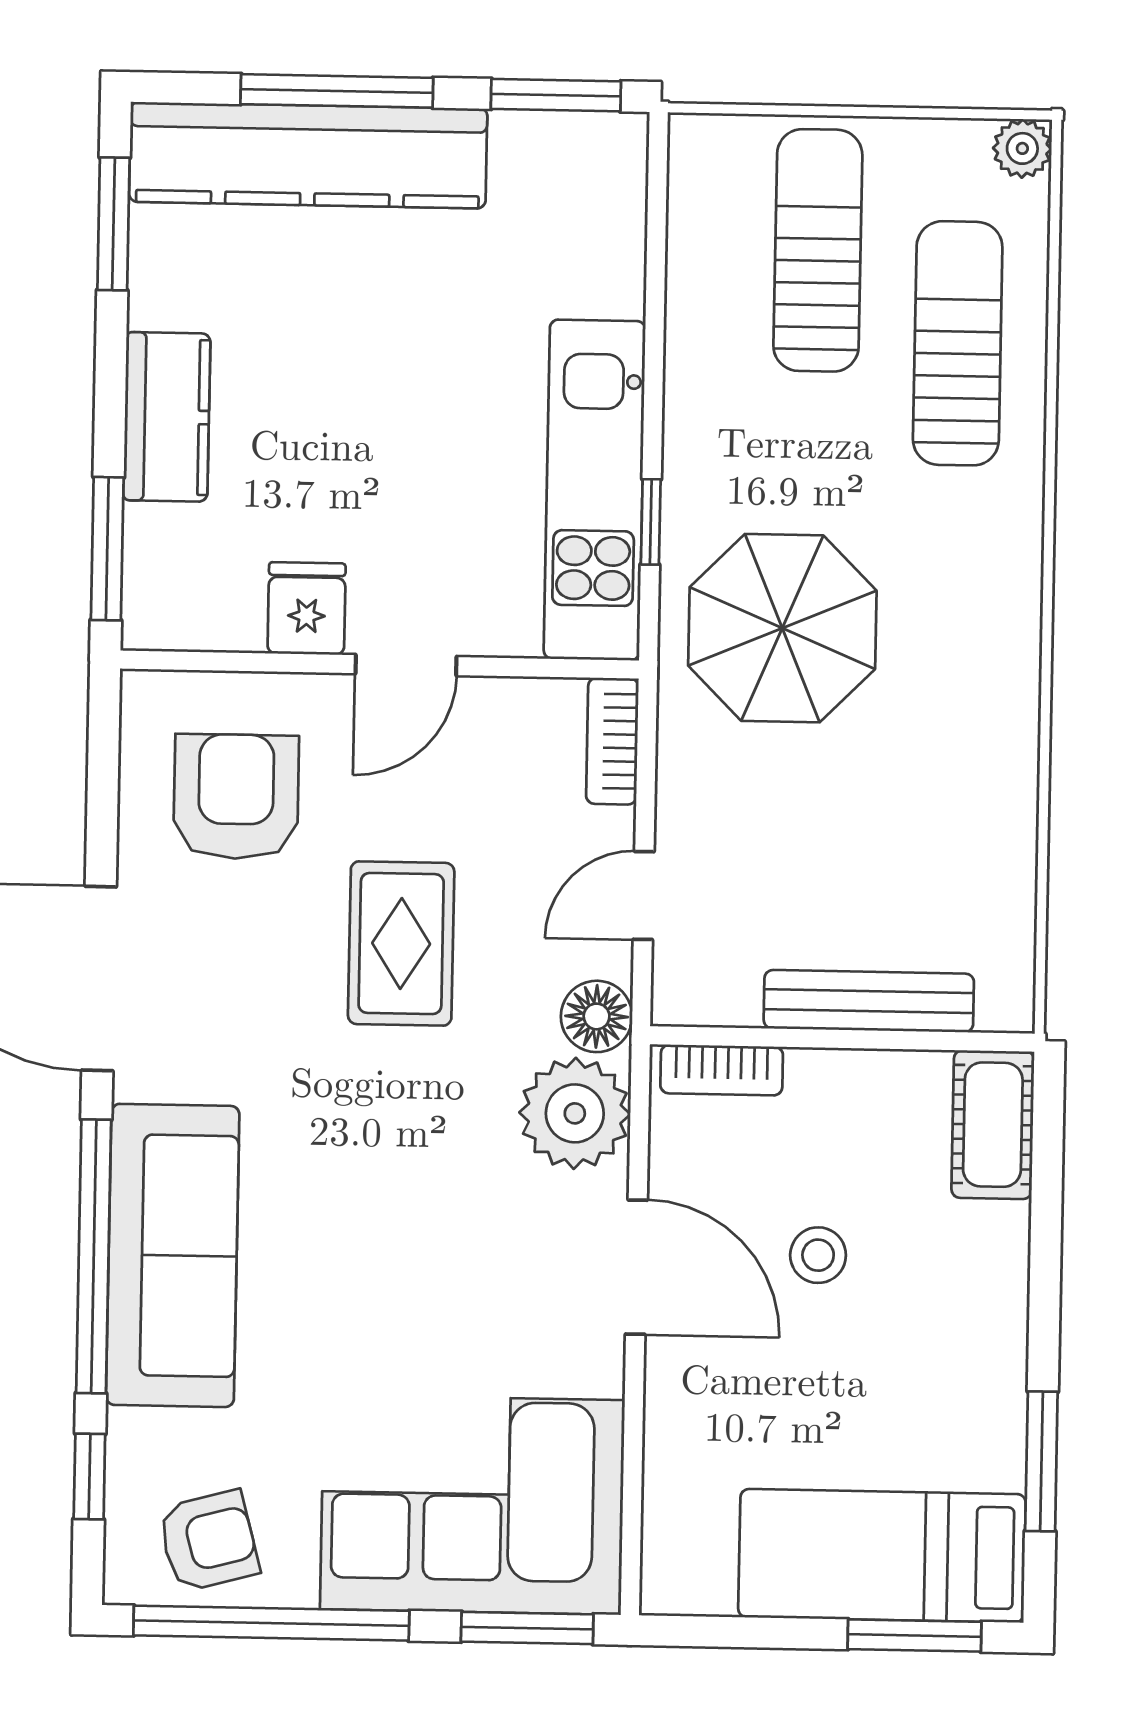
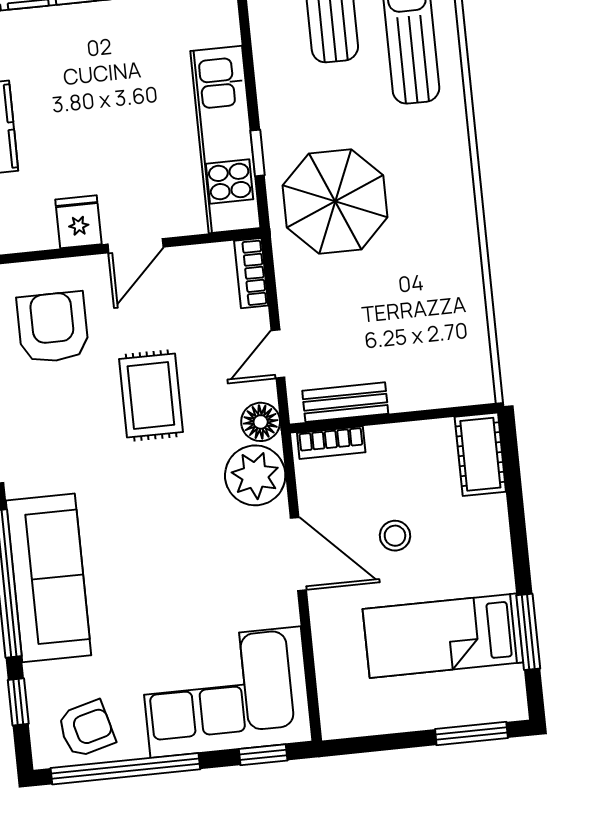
bench: (869, 1001) -> (345, 402), moved, width x0.73
bed: (882, 1556) -> (443, 636), moved
window: (527, 1628) -> (263, 755), width x0.67

